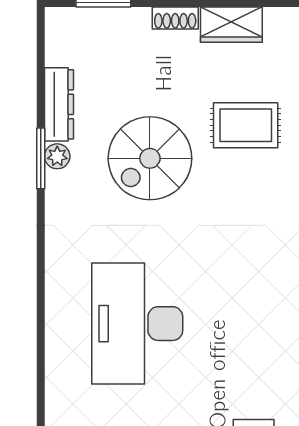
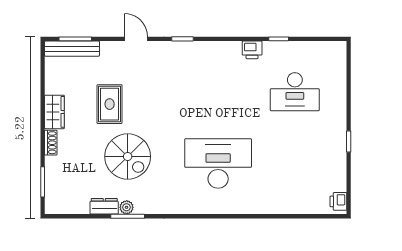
dresser: (59, 104) -> (104, 206), width x0.70
desk: (137, 324) -> (218, 163), turned 180

